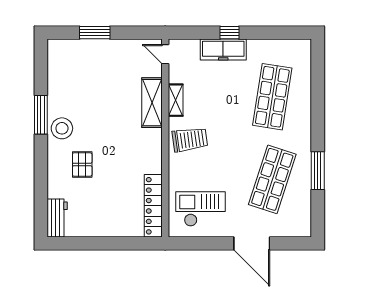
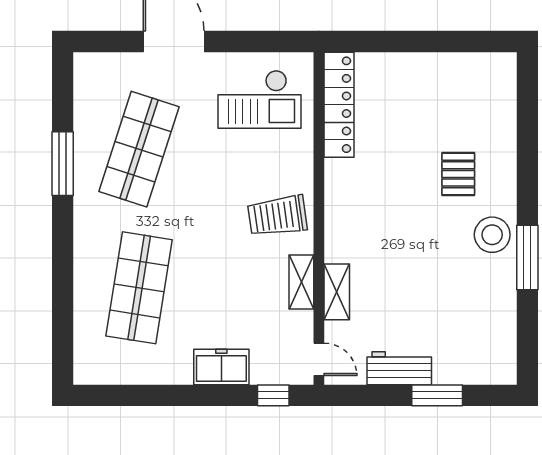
window: (230, 33) -> (273, 395), moved
freezer: (223, 50) -> (221, 367), width x0.71
shelving: (152, 103) -> (337, 292), width x0.67, depth x0.75
workbench: (57, 218) -> (399, 368), moved, turned 90

